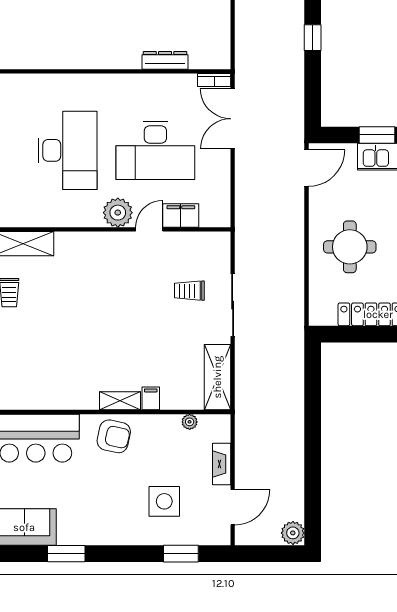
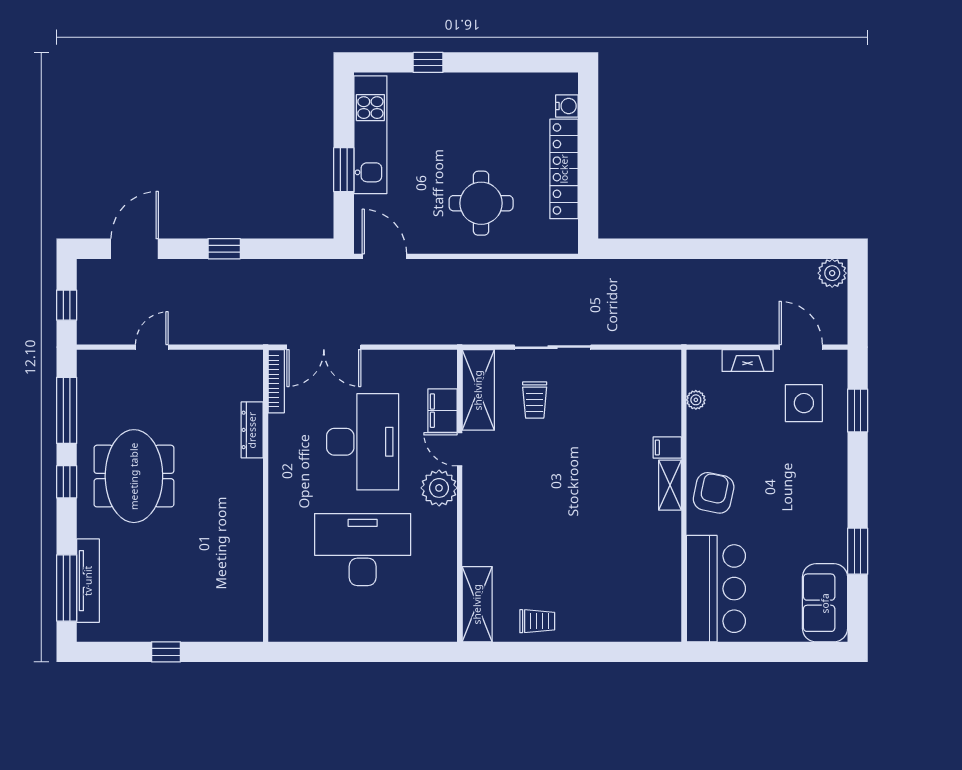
bookcase: (214, 80) -> (276, 381), width x1.56
shelving: (217, 377) -> (478, 390), moved, turned 90
side table: (164, 501) -> (804, 403), moved

